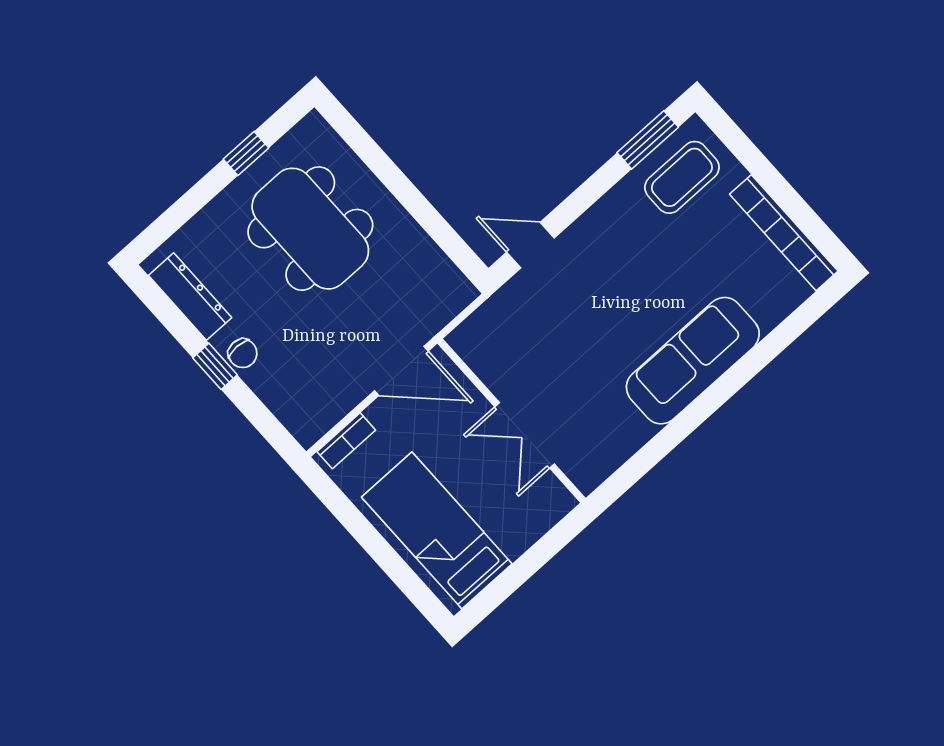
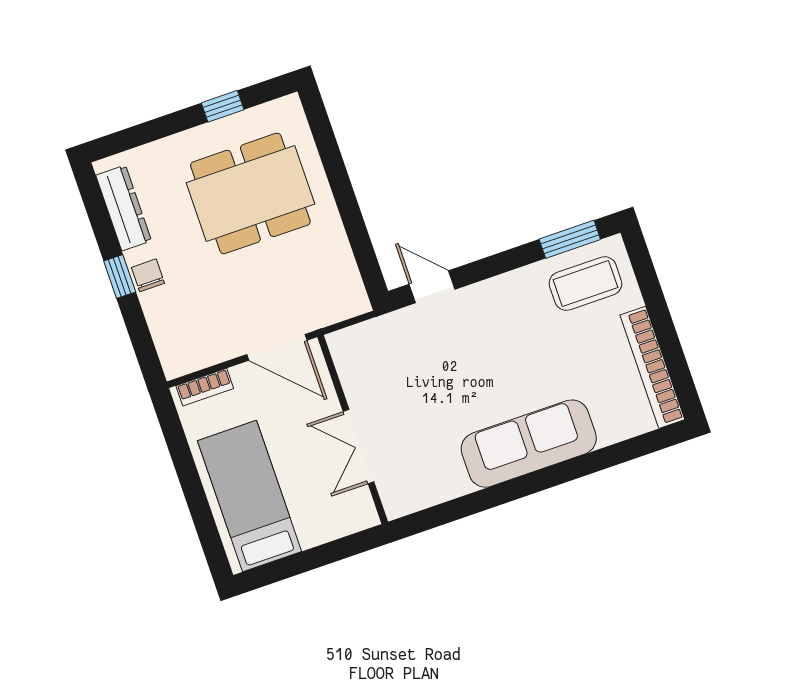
dining table: (310, 229) -> (250, 193), turned 90
chair: (243, 353) -> (148, 275), turned 180

